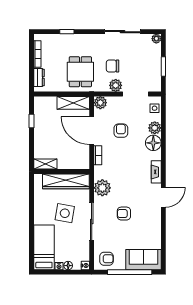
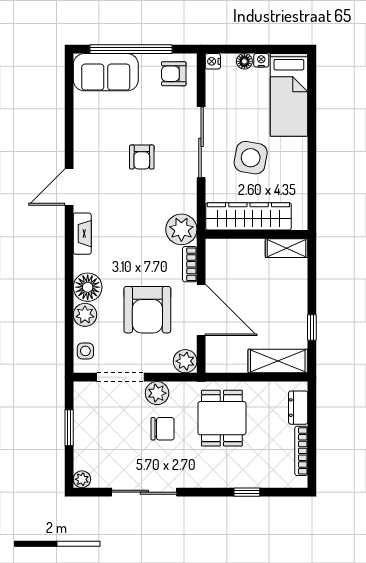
shelving: (73, 103) -> (278, 361), moved
armchair: (121, 131) -> (147, 310), width x1.88, depth x1.88
plant: (102, 188) -> (181, 229), moved
armchair: (124, 214) -> (142, 157), turned 90

